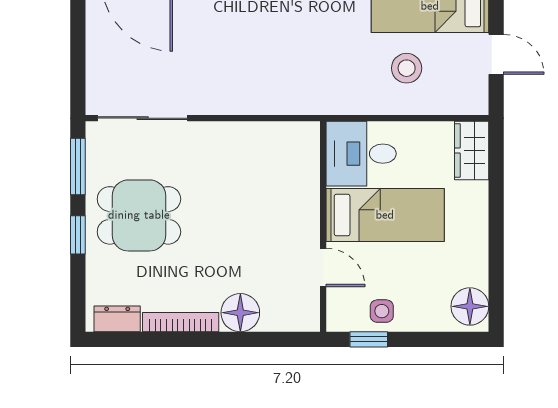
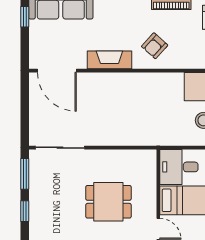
dining table: (139, 215) -> (108, 202), moved

